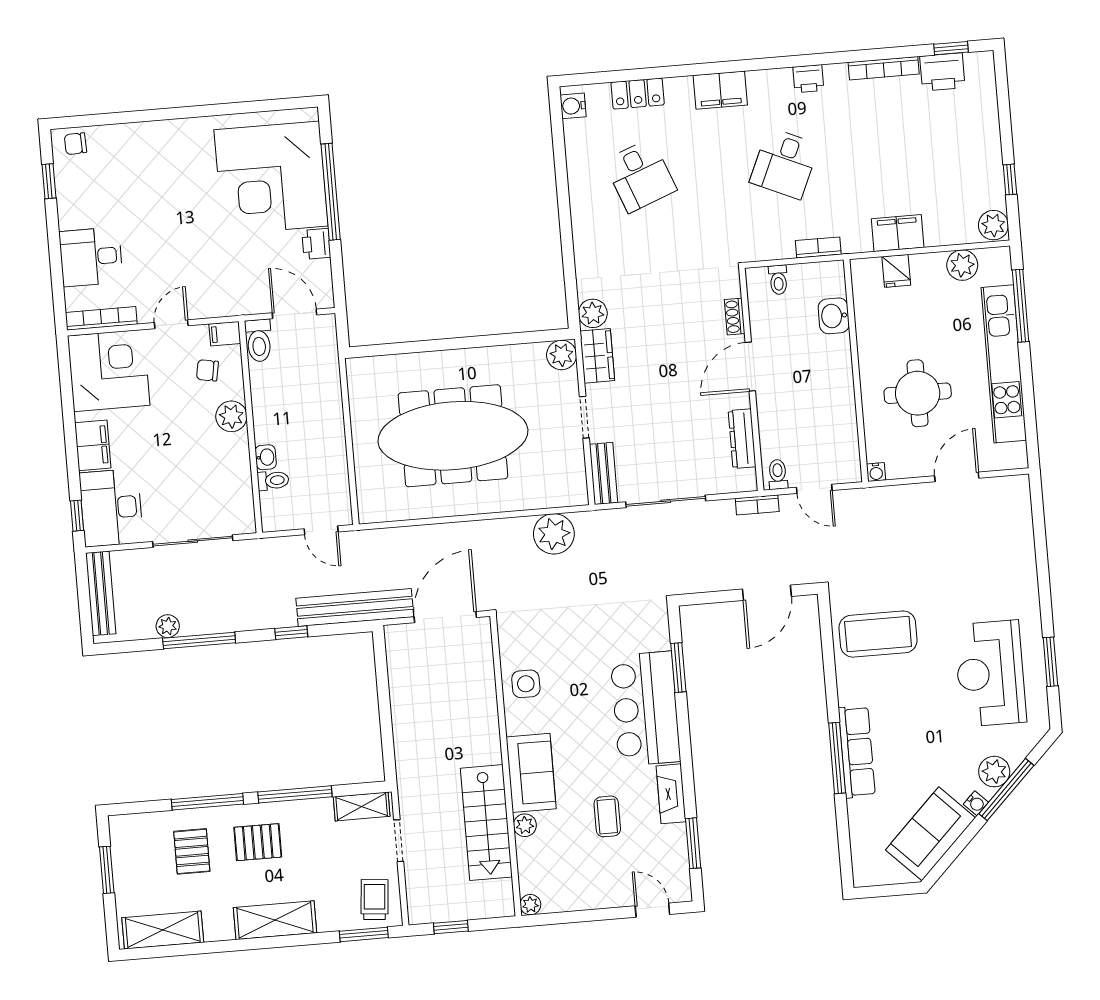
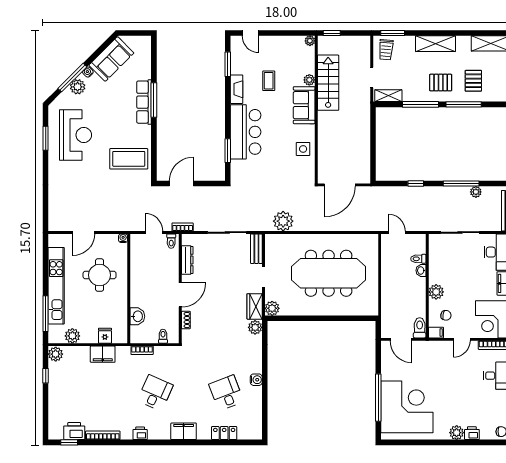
water cooler: (573, 106) -> (256, 380), moved
plant: (166, 134) -> (457, 433), added
printer: (316, 244) -> (472, 433), moved, turned -90
bench: (355, 608) -> (384, 193), removed
window: (451, 927) -> (332, 33), moved

